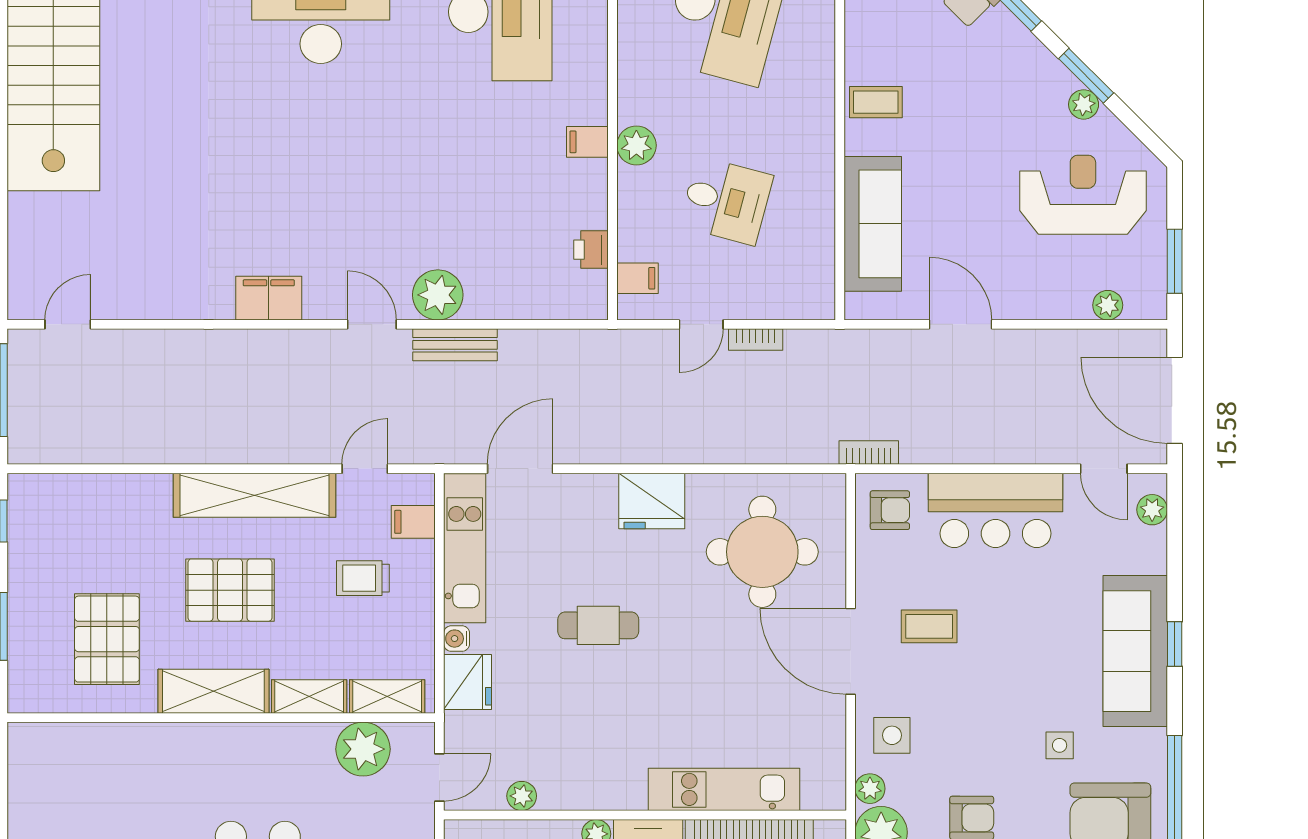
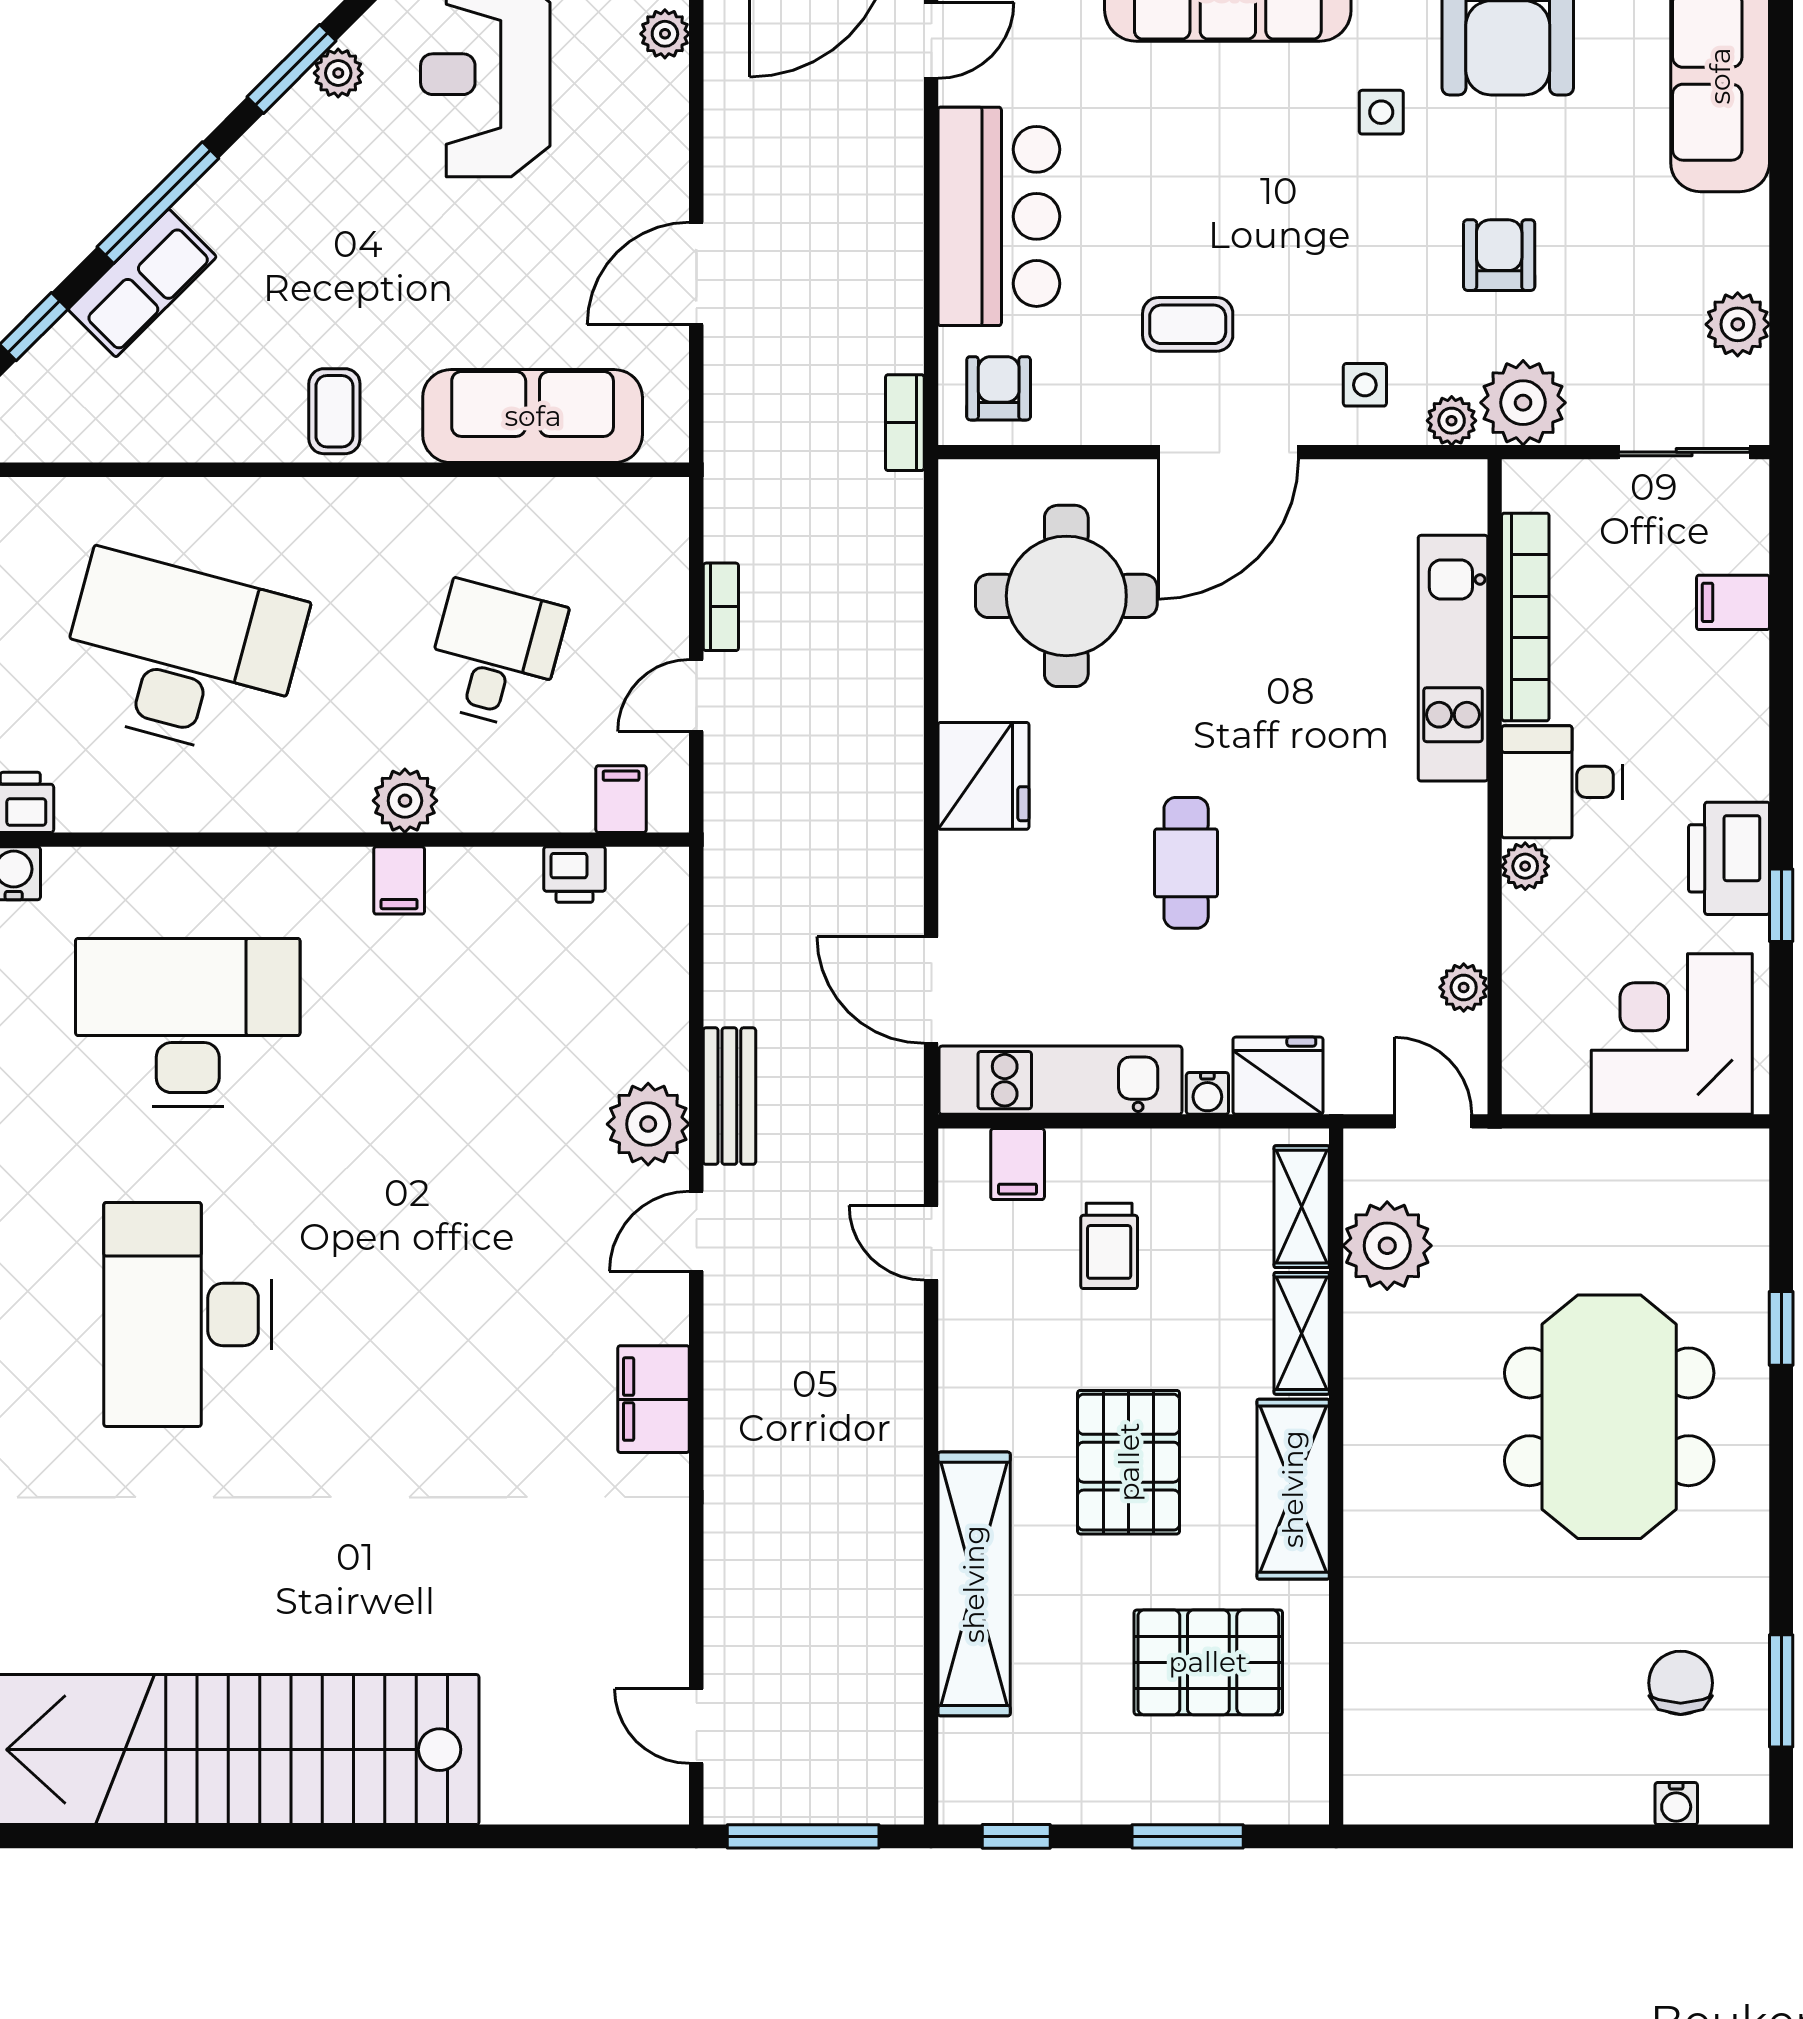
door: (701, 324) -> (696, 695), swing flipped
shelving: (255, 495) -> (974, 1584), moved
coffee table: (929, 626) -> (1188, 324), turned 90
side table: (892, 735) -> (1365, 385), width x0.73, depth x0.73

